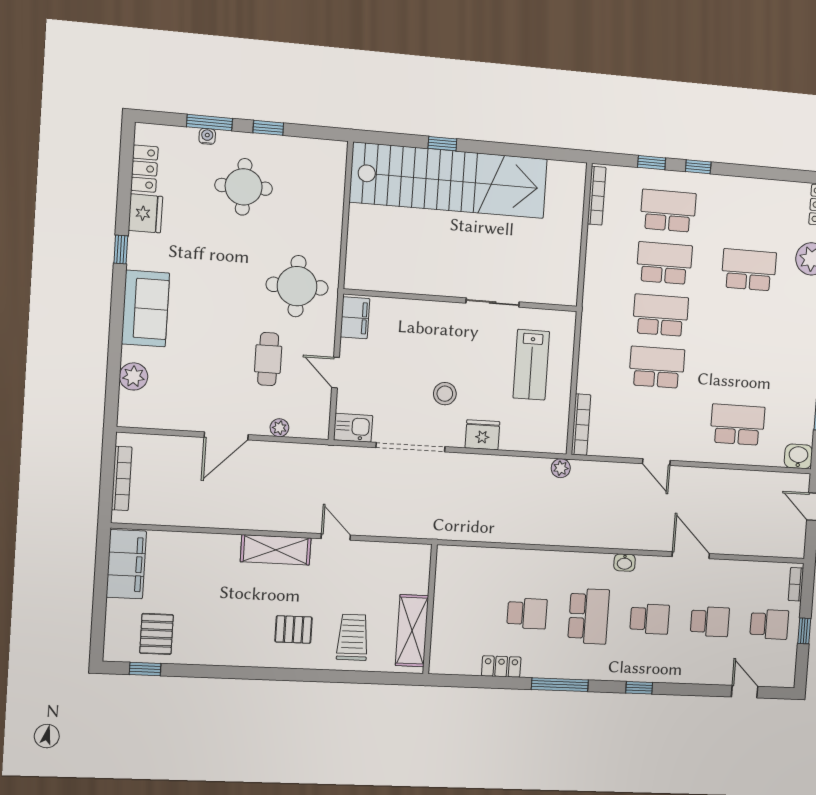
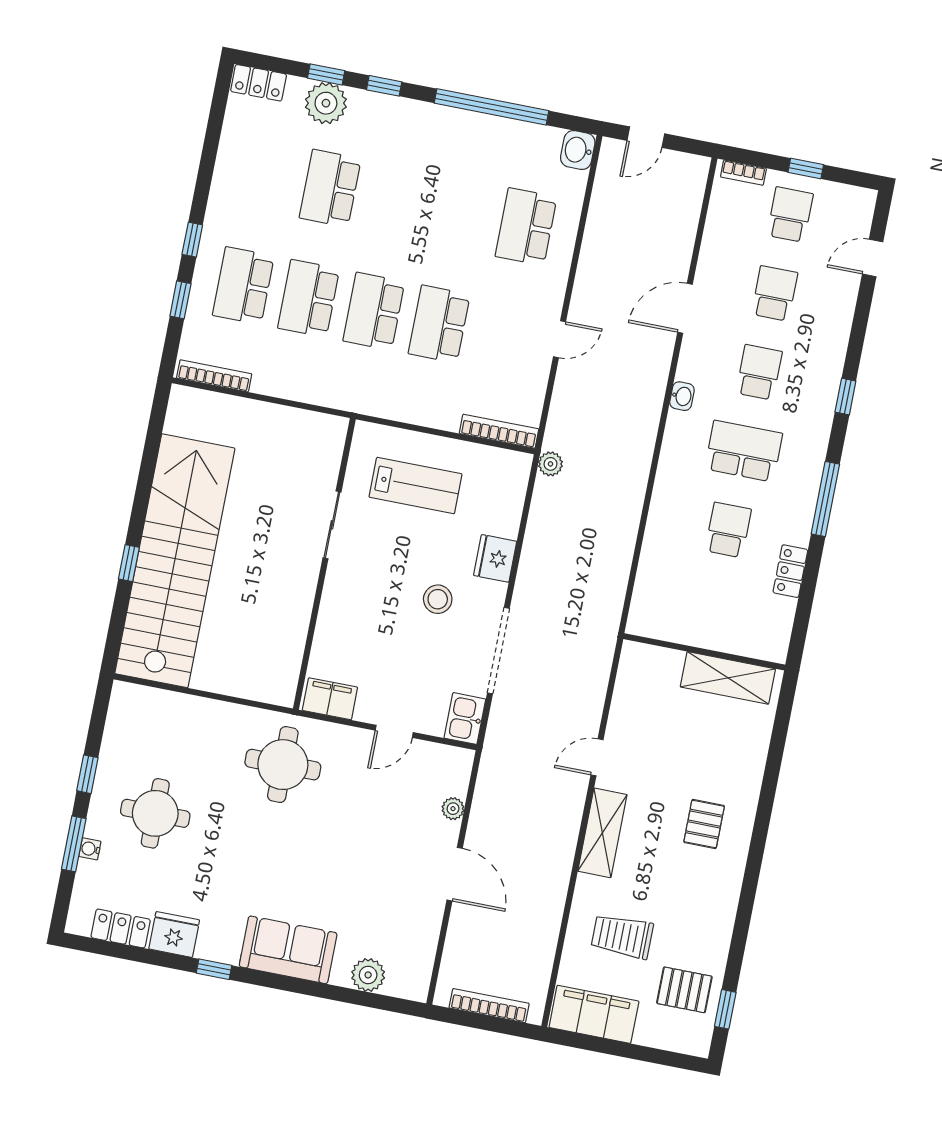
cafe table: (268, 359) -> (367, 811), removed
trolley: (353, 637) -> (622, 936), moved

